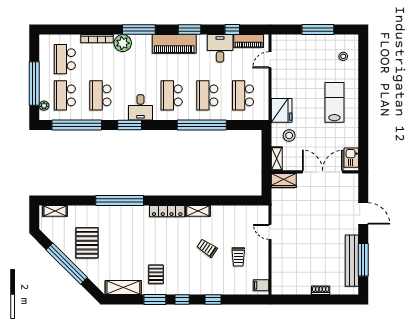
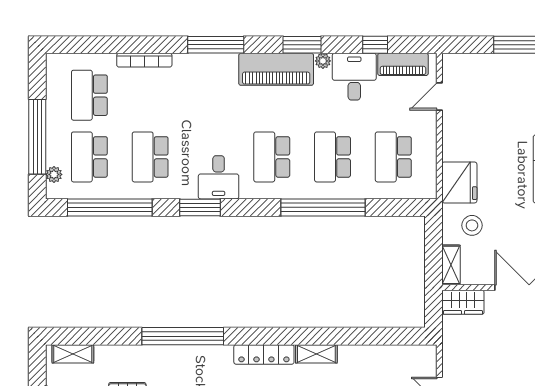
plant: (123, 43) -> (323, 61), moved, width x0.53, depth x0.53

